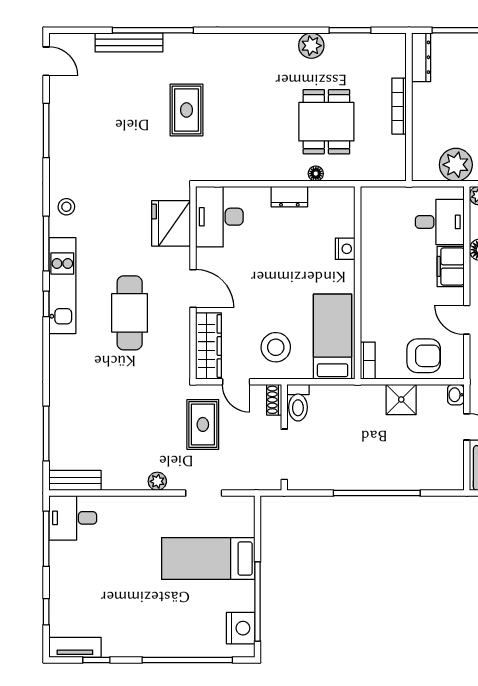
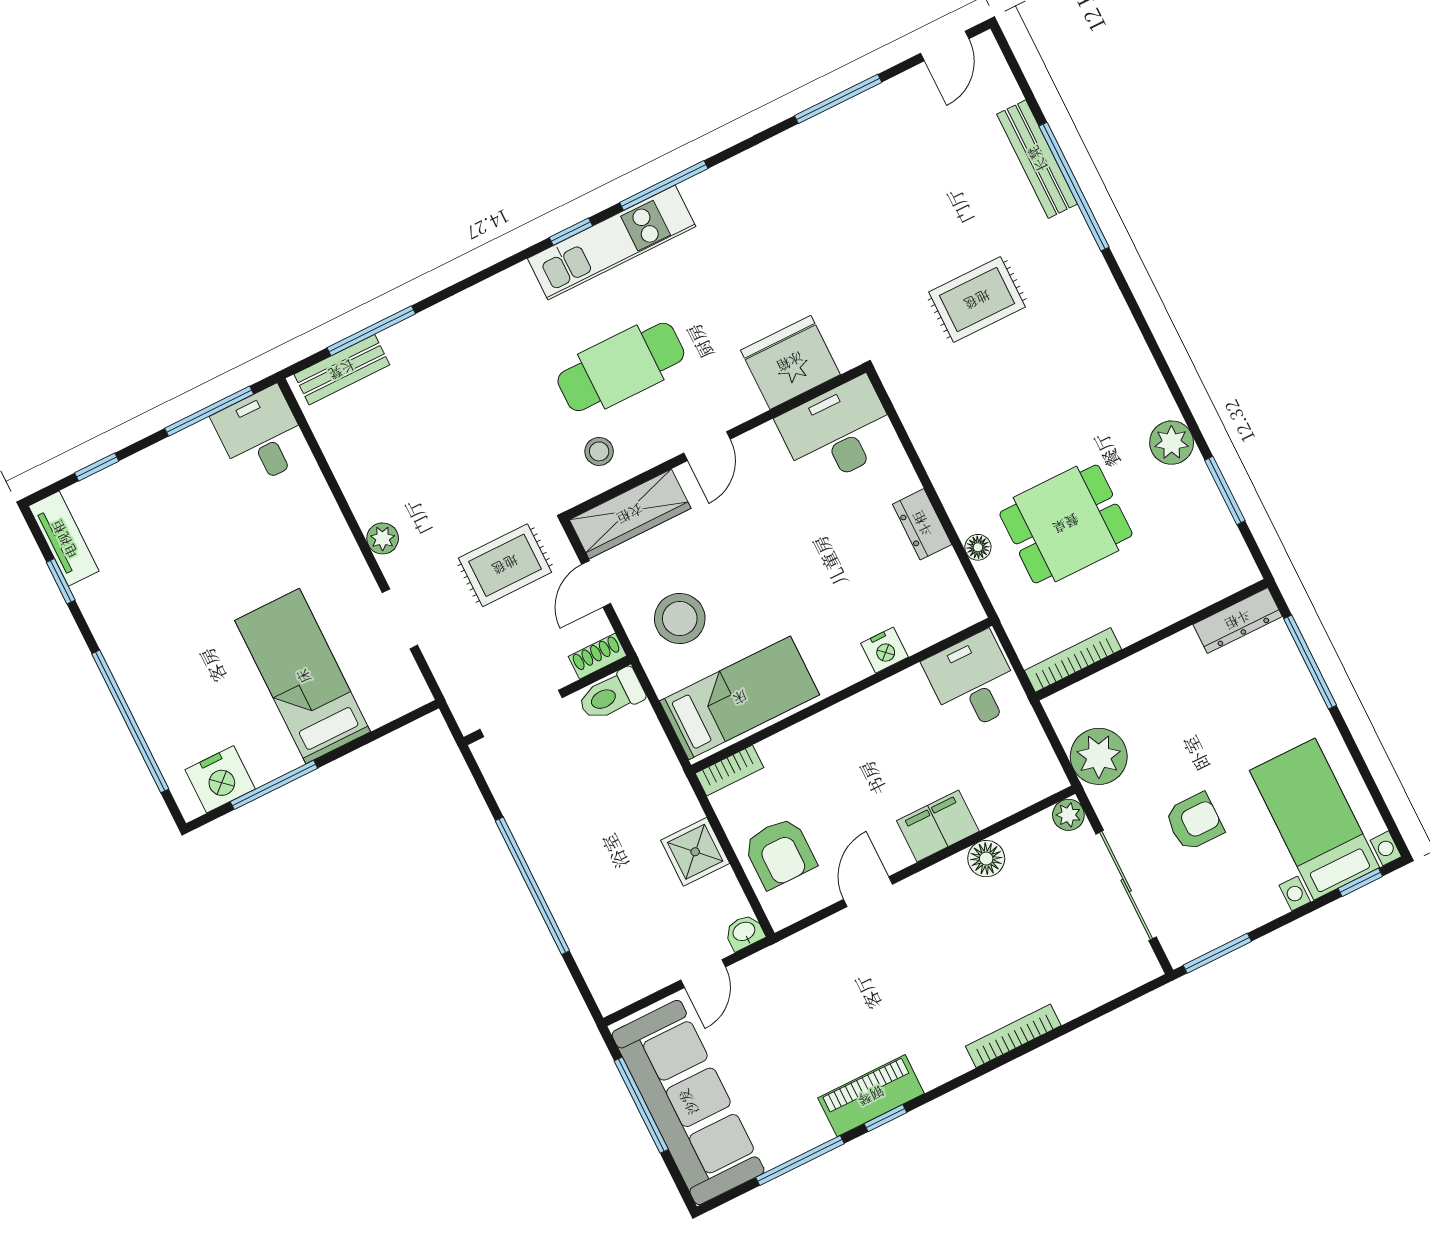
bookcase: (399, 106) -> (1073, 660), moved
stool: (66, 207) -> (599, 451), moved
desk: (440, 222) -> (973, 682), moved, turned 180
door: (193, 288) -> (707, 446), width x0.73
bench: (75, 480) -> (342, 370), moved, turned 90
window: (258, 602) -> (274, 785), width x0.68

